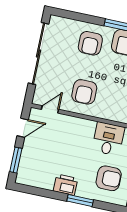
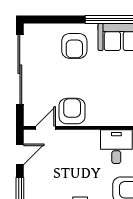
armchair: (84, 92) -> (72, 111), moved, turned 180

